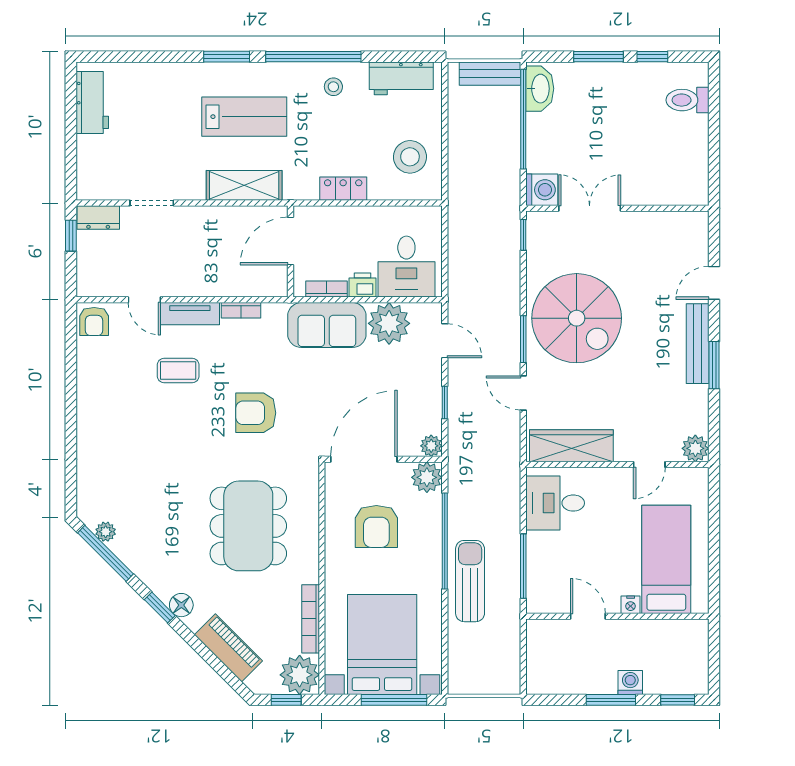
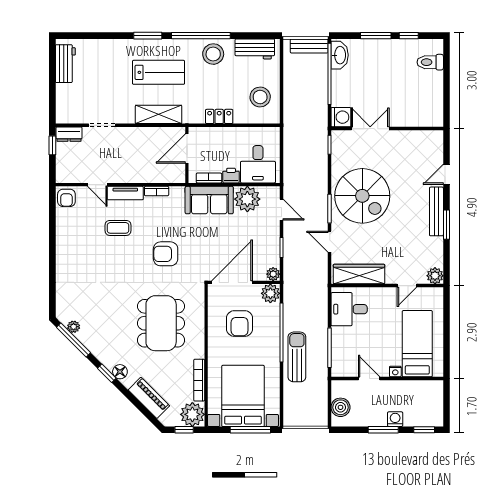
stool: (333, 87) -> (213, 54), width x1.89, depth x1.89
boiler: (541, 663) -> (341, 407), added

